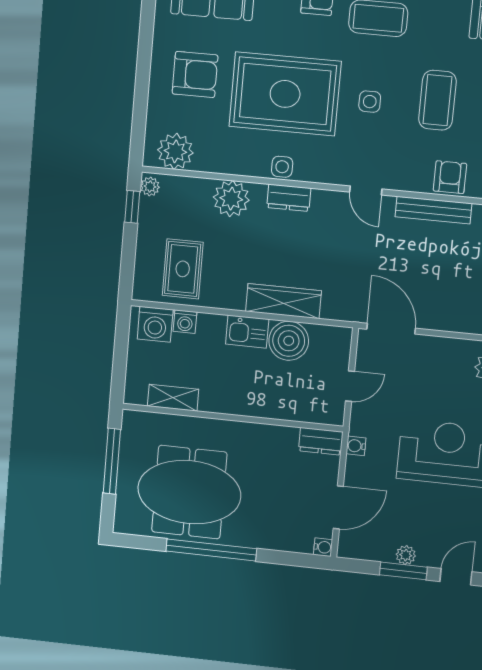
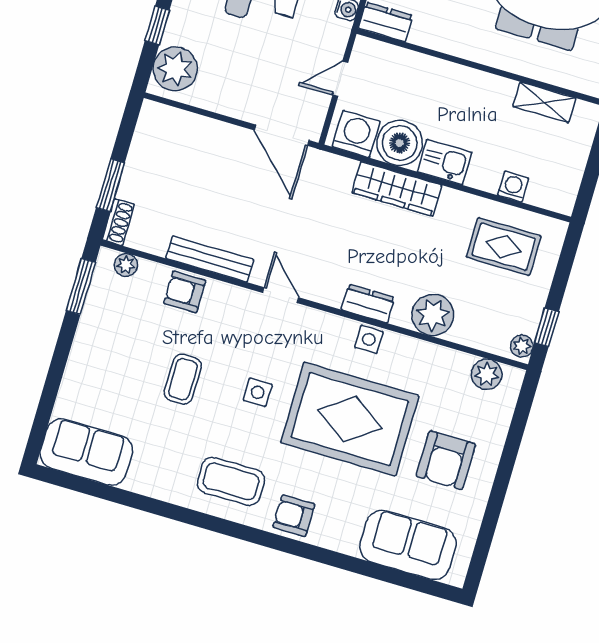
armchair: (195, 74) -> (446, 460), turned -90
coffee table: (437, 100) -> (183, 379), width x0.73, depth x0.77
plant: (175, 151) -> (487, 374), width x0.73, depth x0.73
armchair: (450, 177) -> (185, 292), turned 90
rug: (183, 269) -> (504, 247), turned 90
washing machine: (155, 324) -> (356, 134), moved

